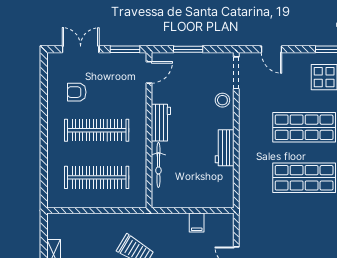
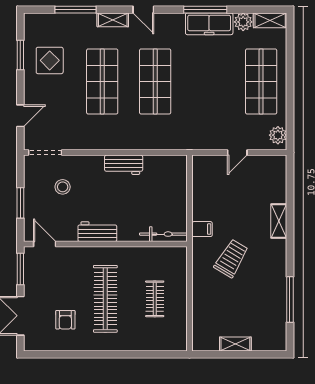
stool: (222, 100) -> (63, 187), moved
bicycle: (158, 165) -> (163, 234), moved
clothes rail: (97, 177) -> (155, 299), width x0.54, depth x0.76
filing cabinet: (197, 223) -> (202, 229), moved

